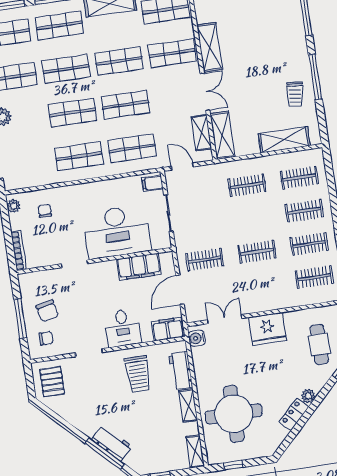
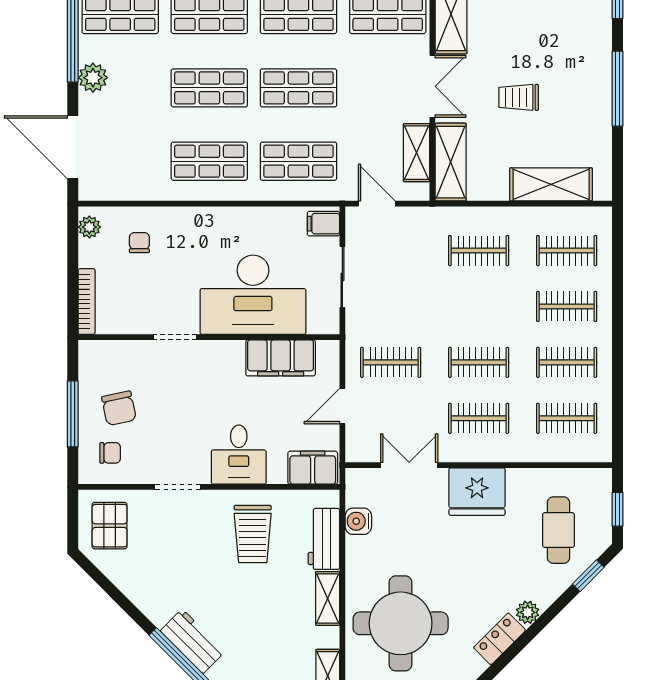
trolley: (295, 94) -> (519, 97), moved, turned 84
clothes rail: (262, 285) -> (479, 418), added
door: (180, 290) -> (342, 406), width x0.73
water cooler: (197, 338) -> (358, 521), moved

